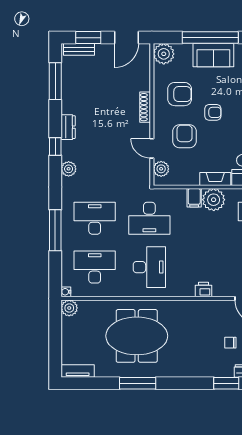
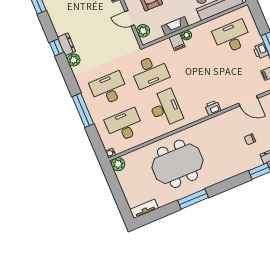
dresser: (68, 127) -> (67, 44), moved
fireplace: (215, 179) -> (175, 26), moved
plant: (214, 200) -> (187, 35), width x0.53, depth x0.53

